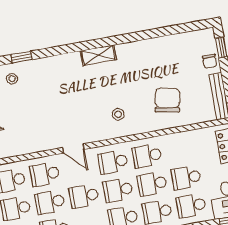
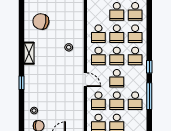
window: (22, 57) -> (21, 83), moved
chair: (167, 100) -> (41, 21), moved
door: (73, 148) -> (85, 80), hinge flipped

